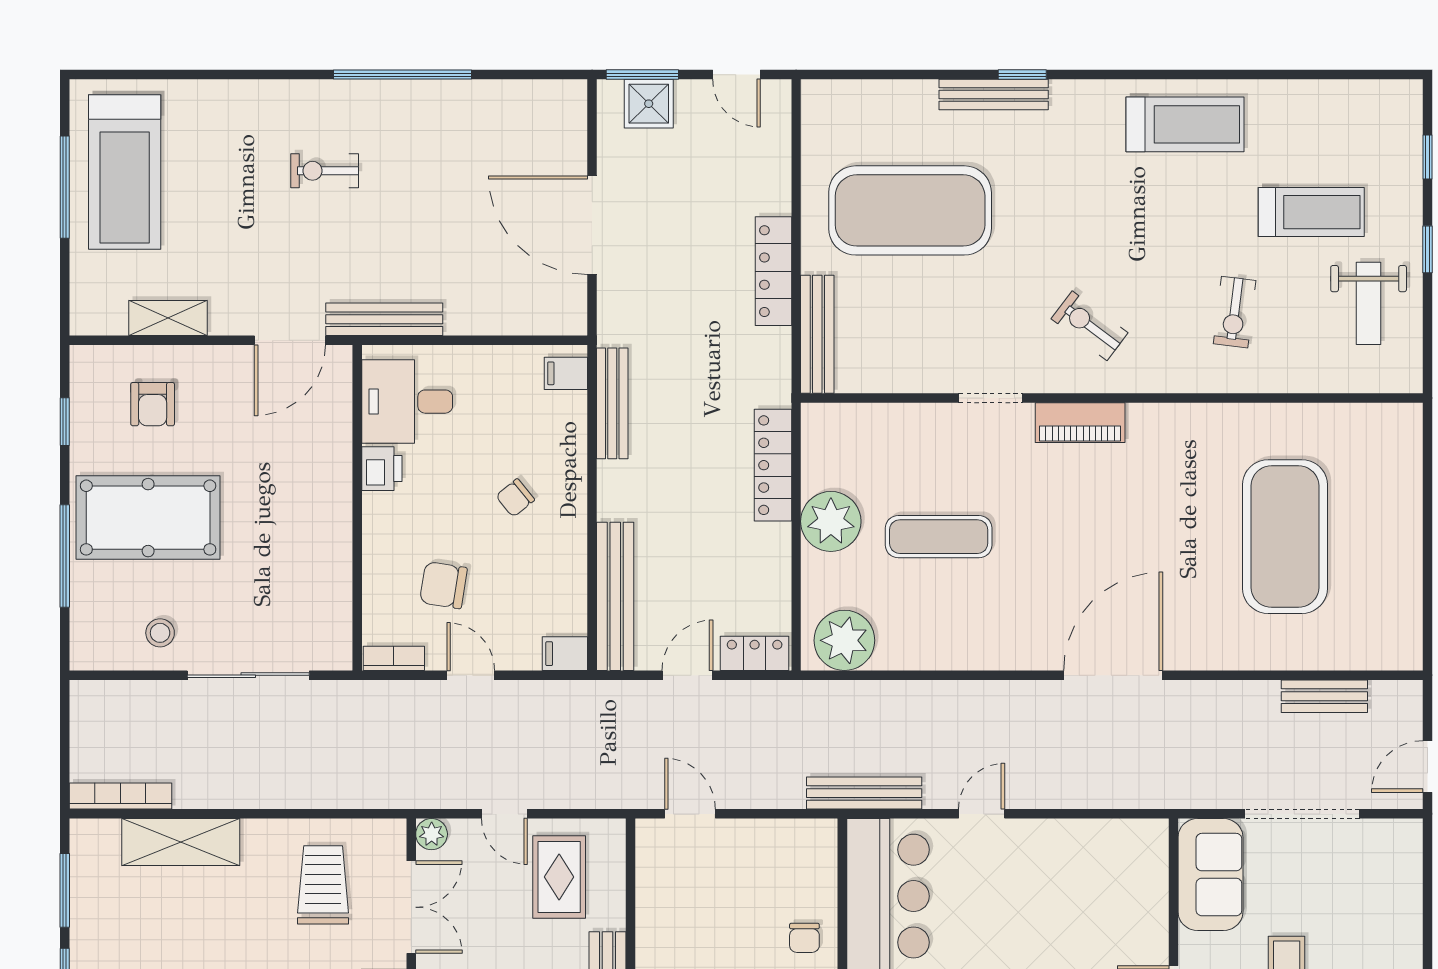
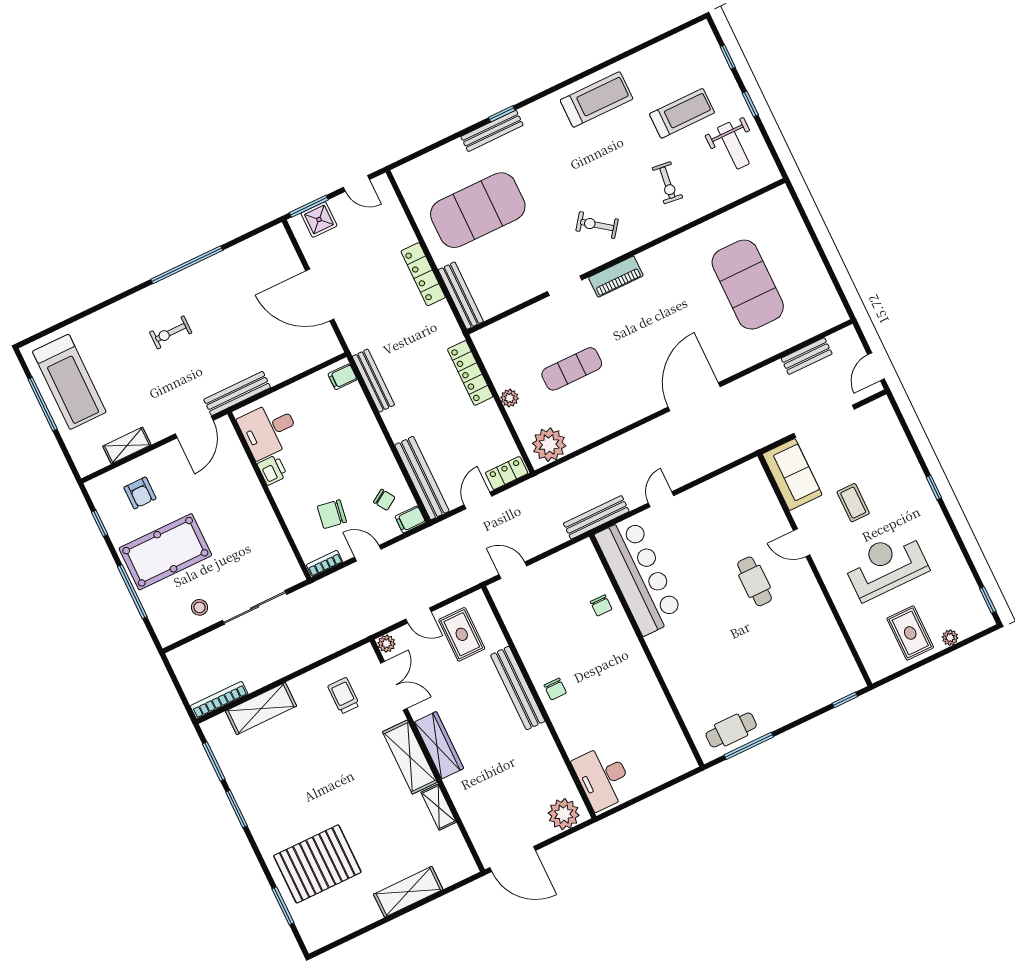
chair: (515, 498) -> (384, 500), moved, turned -84
plant: (831, 521) -> (510, 398), width x0.53, depth x0.53
trolley: (323, 885) -> (344, 696), width x0.73, depth x0.72

